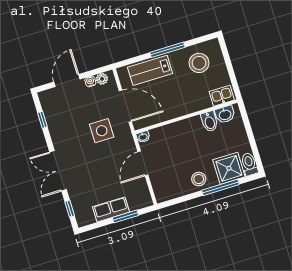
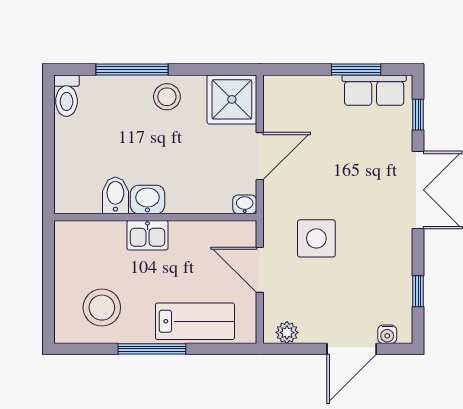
water cooler: (90, 81) -> (387, 334), moved
kitchen sink: (222, 96) -> (147, 235), moved
door: (125, 106) -> (260, 270), width x0.73
washbasin: (225, 114) -> (147, 200), moved
shower: (229, 168) -> (232, 99), moved
row of seats: (111, 209) -> (374, 90), moved
window: (125, 216) -> (356, 69), moved

